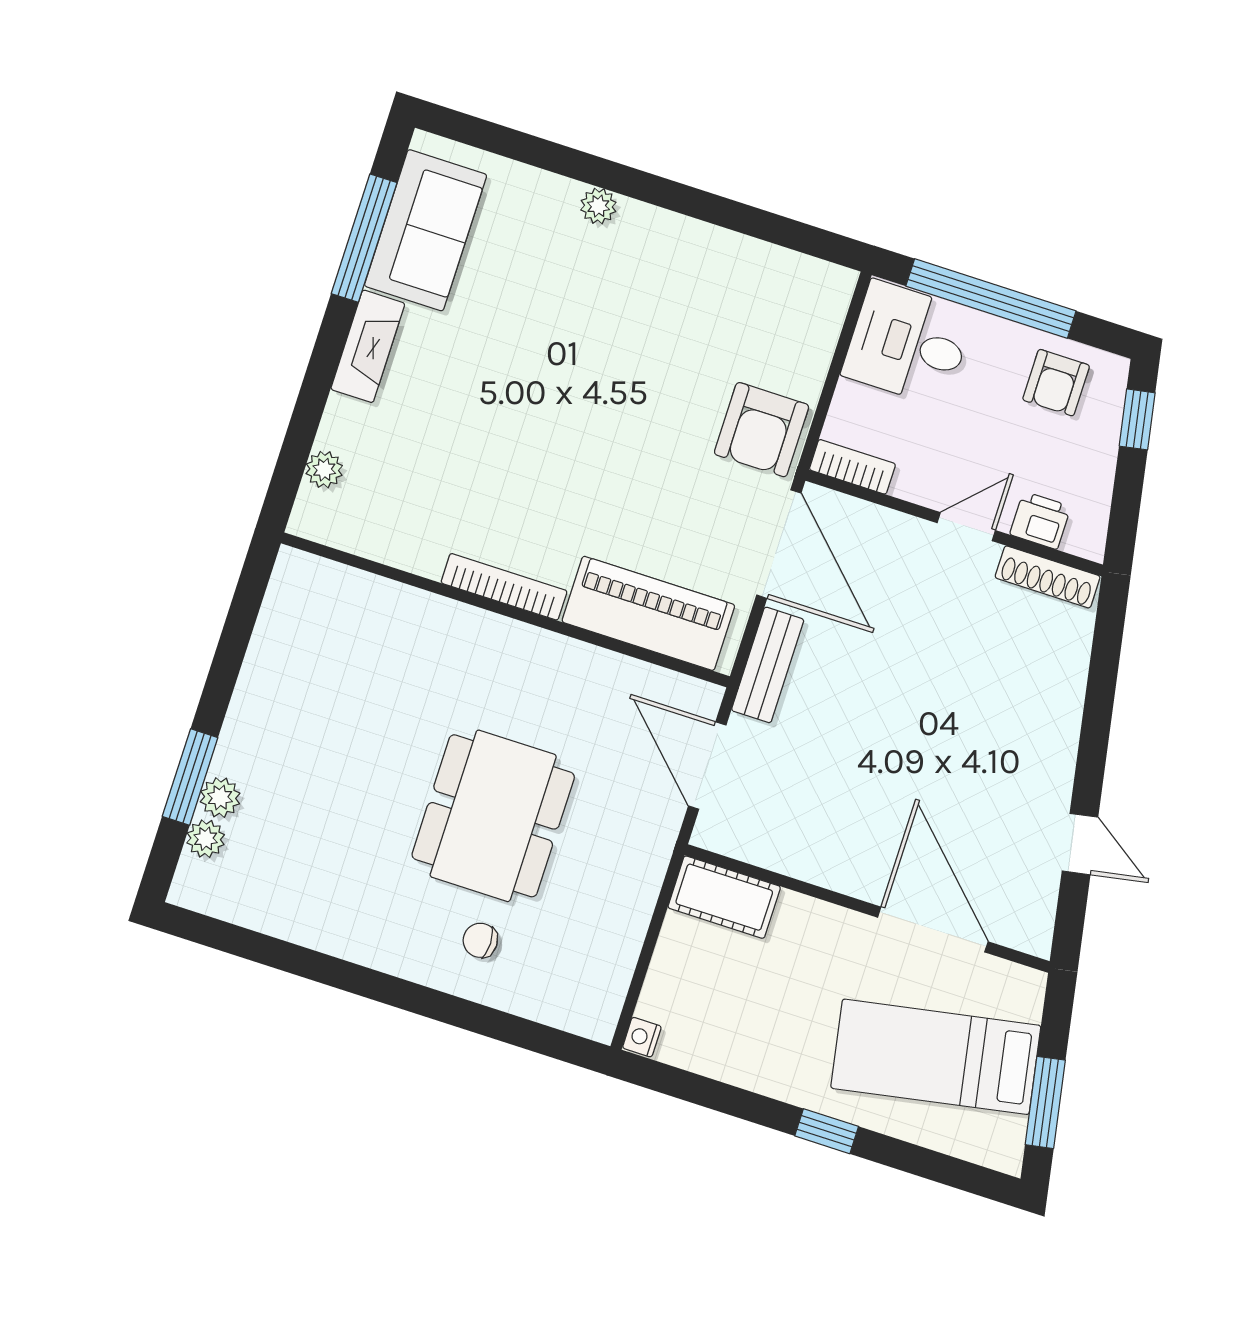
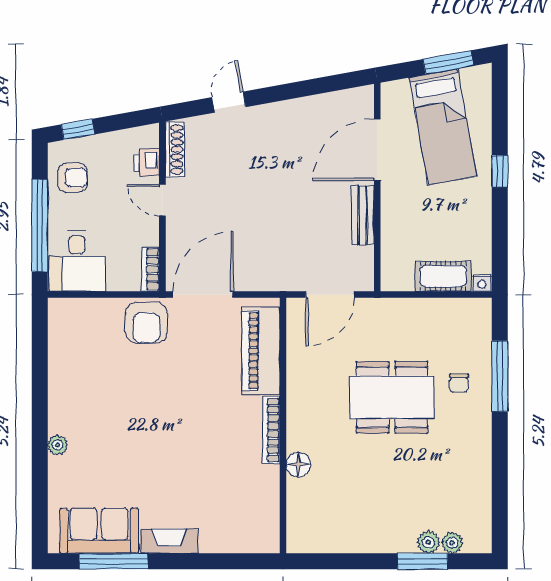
armchair: (762, 430) -> (146, 323), turned 90
plant: (324, 470) -> (240, 543), removed
floor lamp: (429, 615) -> (298, 465), added
bench: (768, 665) -> (363, 215), moved, turned 90
door: (1080, 844) -> (229, 102), moved
cot: (724, 897) -> (443, 276), moved, turned 90
window: (469, 1016) -> (500, 376), added

